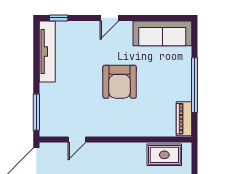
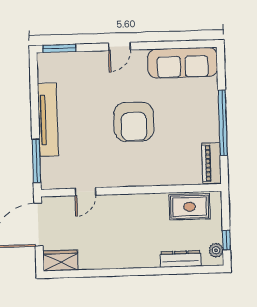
window: (59, 18) -> (59, 48), width x1.50
tv unit: (47, 52) -> (48, 120), moved

